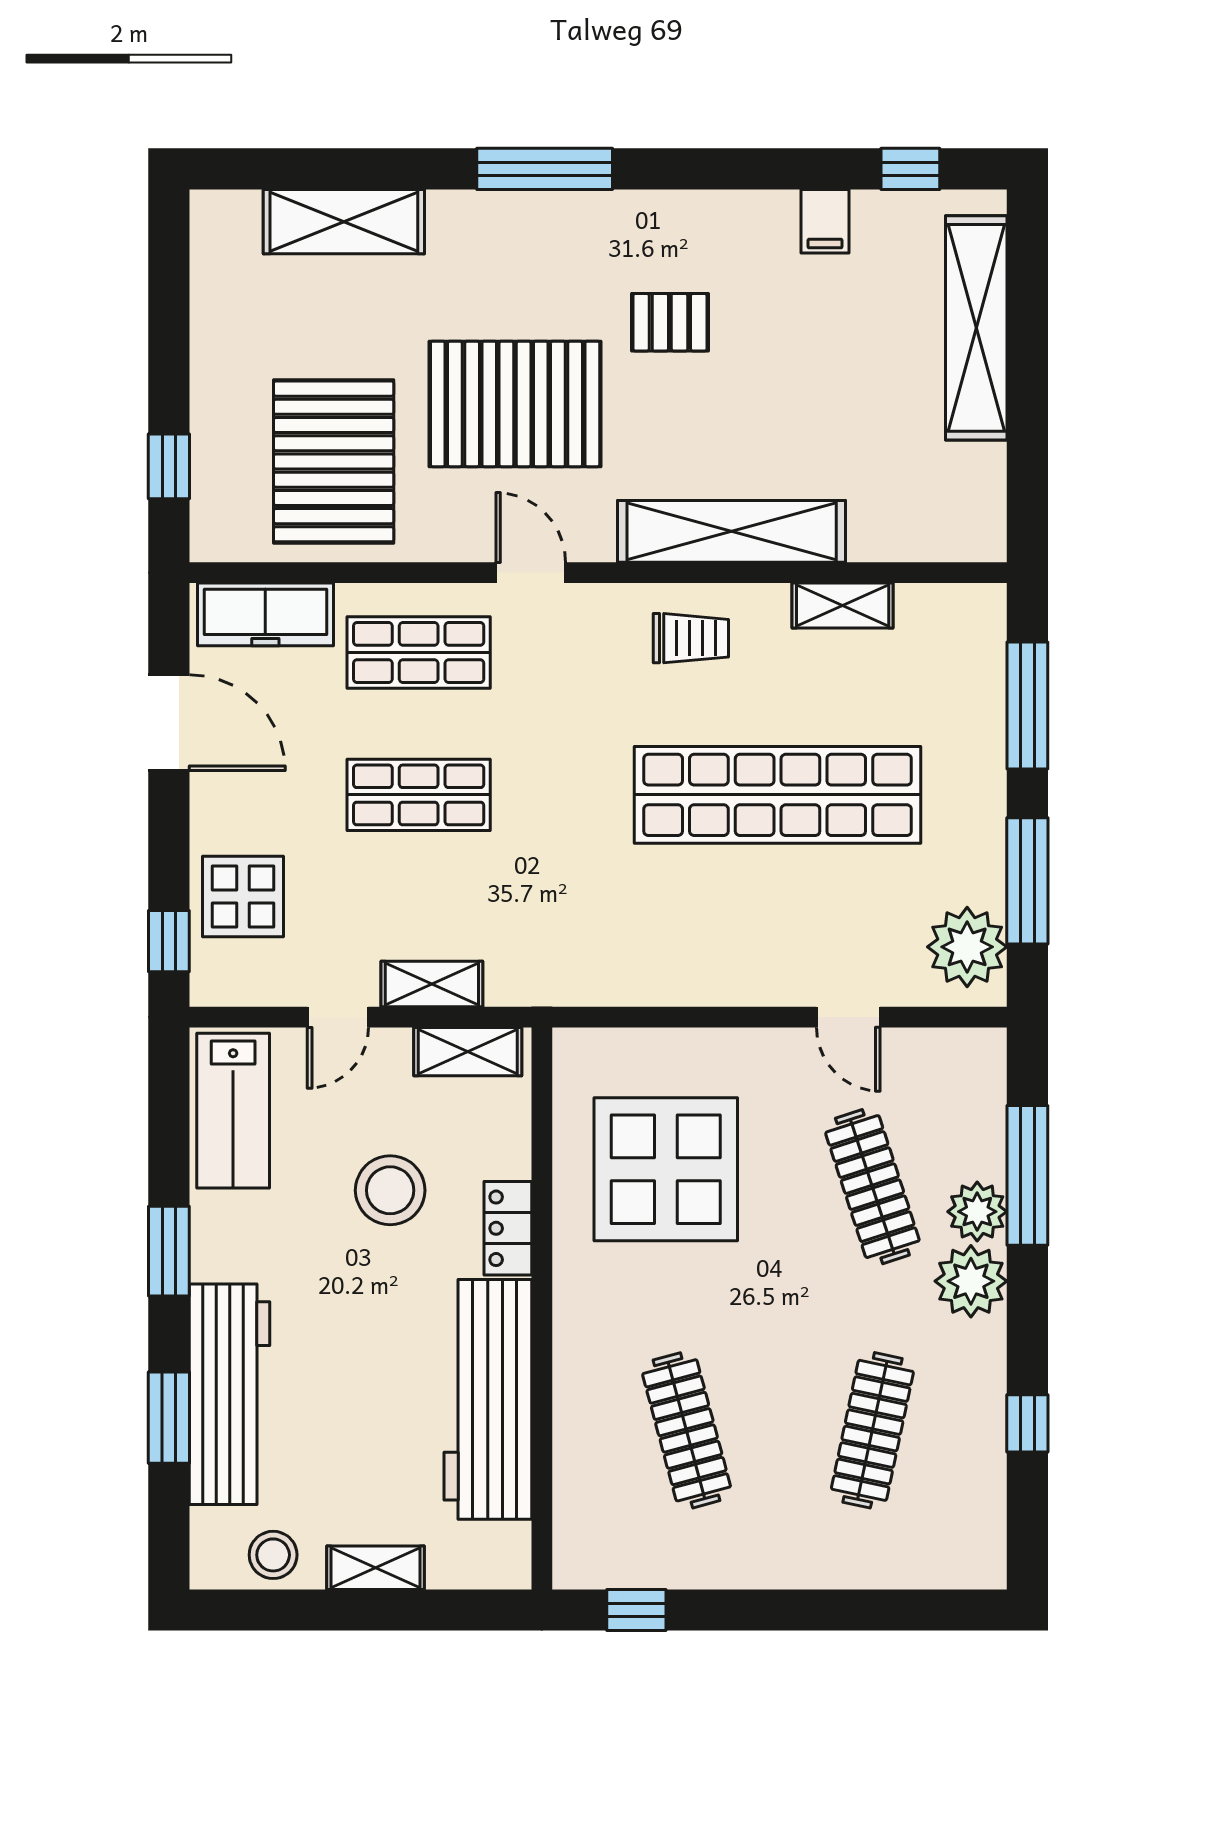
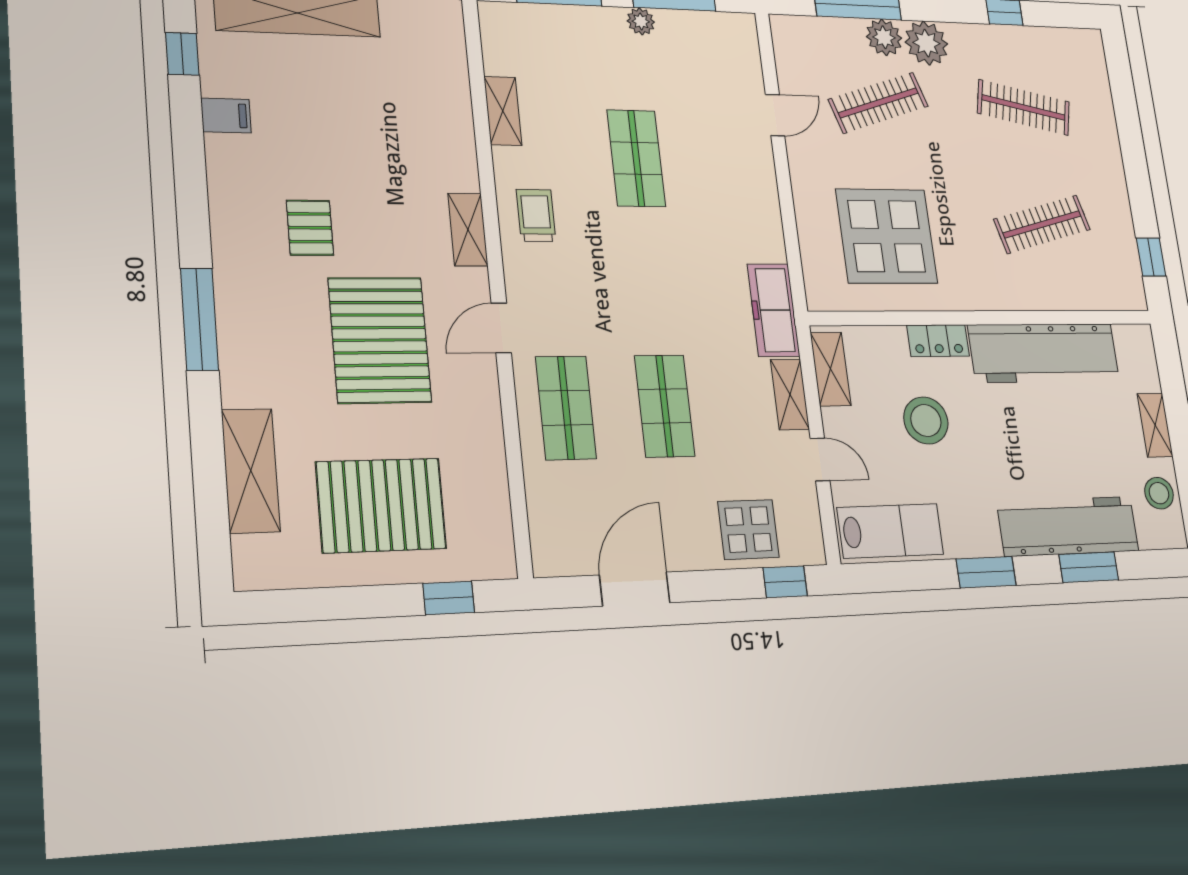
pallet: (334, 461) -> (381, 505), moved
shelving: (732, 531) -> (468, 230), width x0.45, depth x0.75
freezer: (265, 614) -> (773, 310), moved, turned 180
shop shelf: (778, 795) -> (636, 158), width x0.50, depth x0.74
plant: (967, 947) -> (641, 21), moved, width x0.53, depth x0.53

